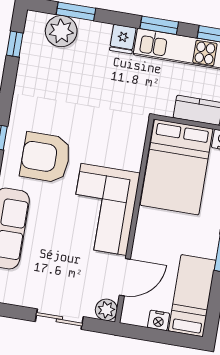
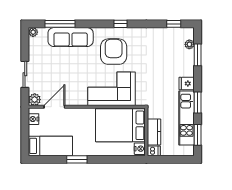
plant: (61, 31) -> (189, 44), width x0.53, depth x0.53
corner sofa: (104, 209) -> (112, 89), moved
door: (125, 277) -> (54, 107), swing flipped
nightstand: (159, 320) -> (34, 119), moved

